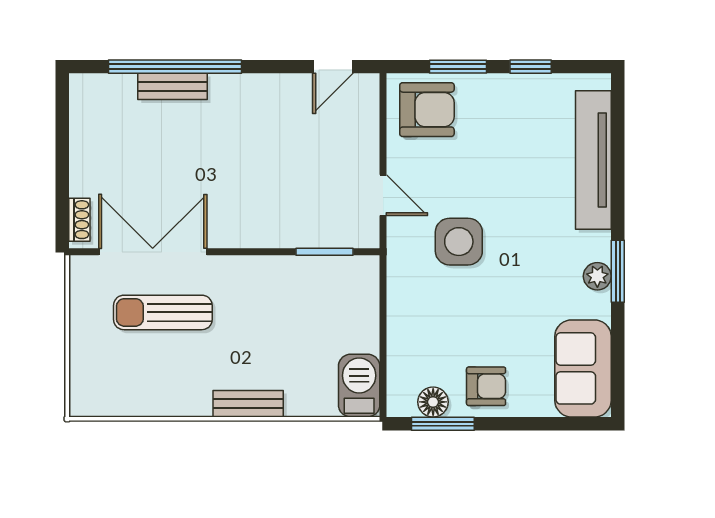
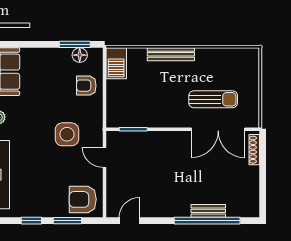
shoe rack: (79, 220) -> (254, 150), width x1.43
armchair: (486, 386) -> (86, 86), moved
bench: (248, 404) -> (171, 54), width x1.36

